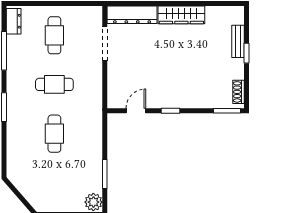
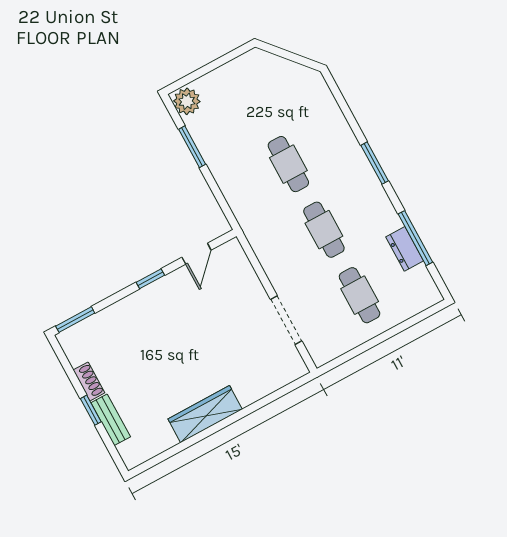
dresser: (132, 15) -> (271, 379), removed
dresser: (14, 21) -> (405, 249), moved
cafe table: (54, 84) -> (324, 230), turned 90
shoe rack: (238, 92) -> (89, 381), moved

